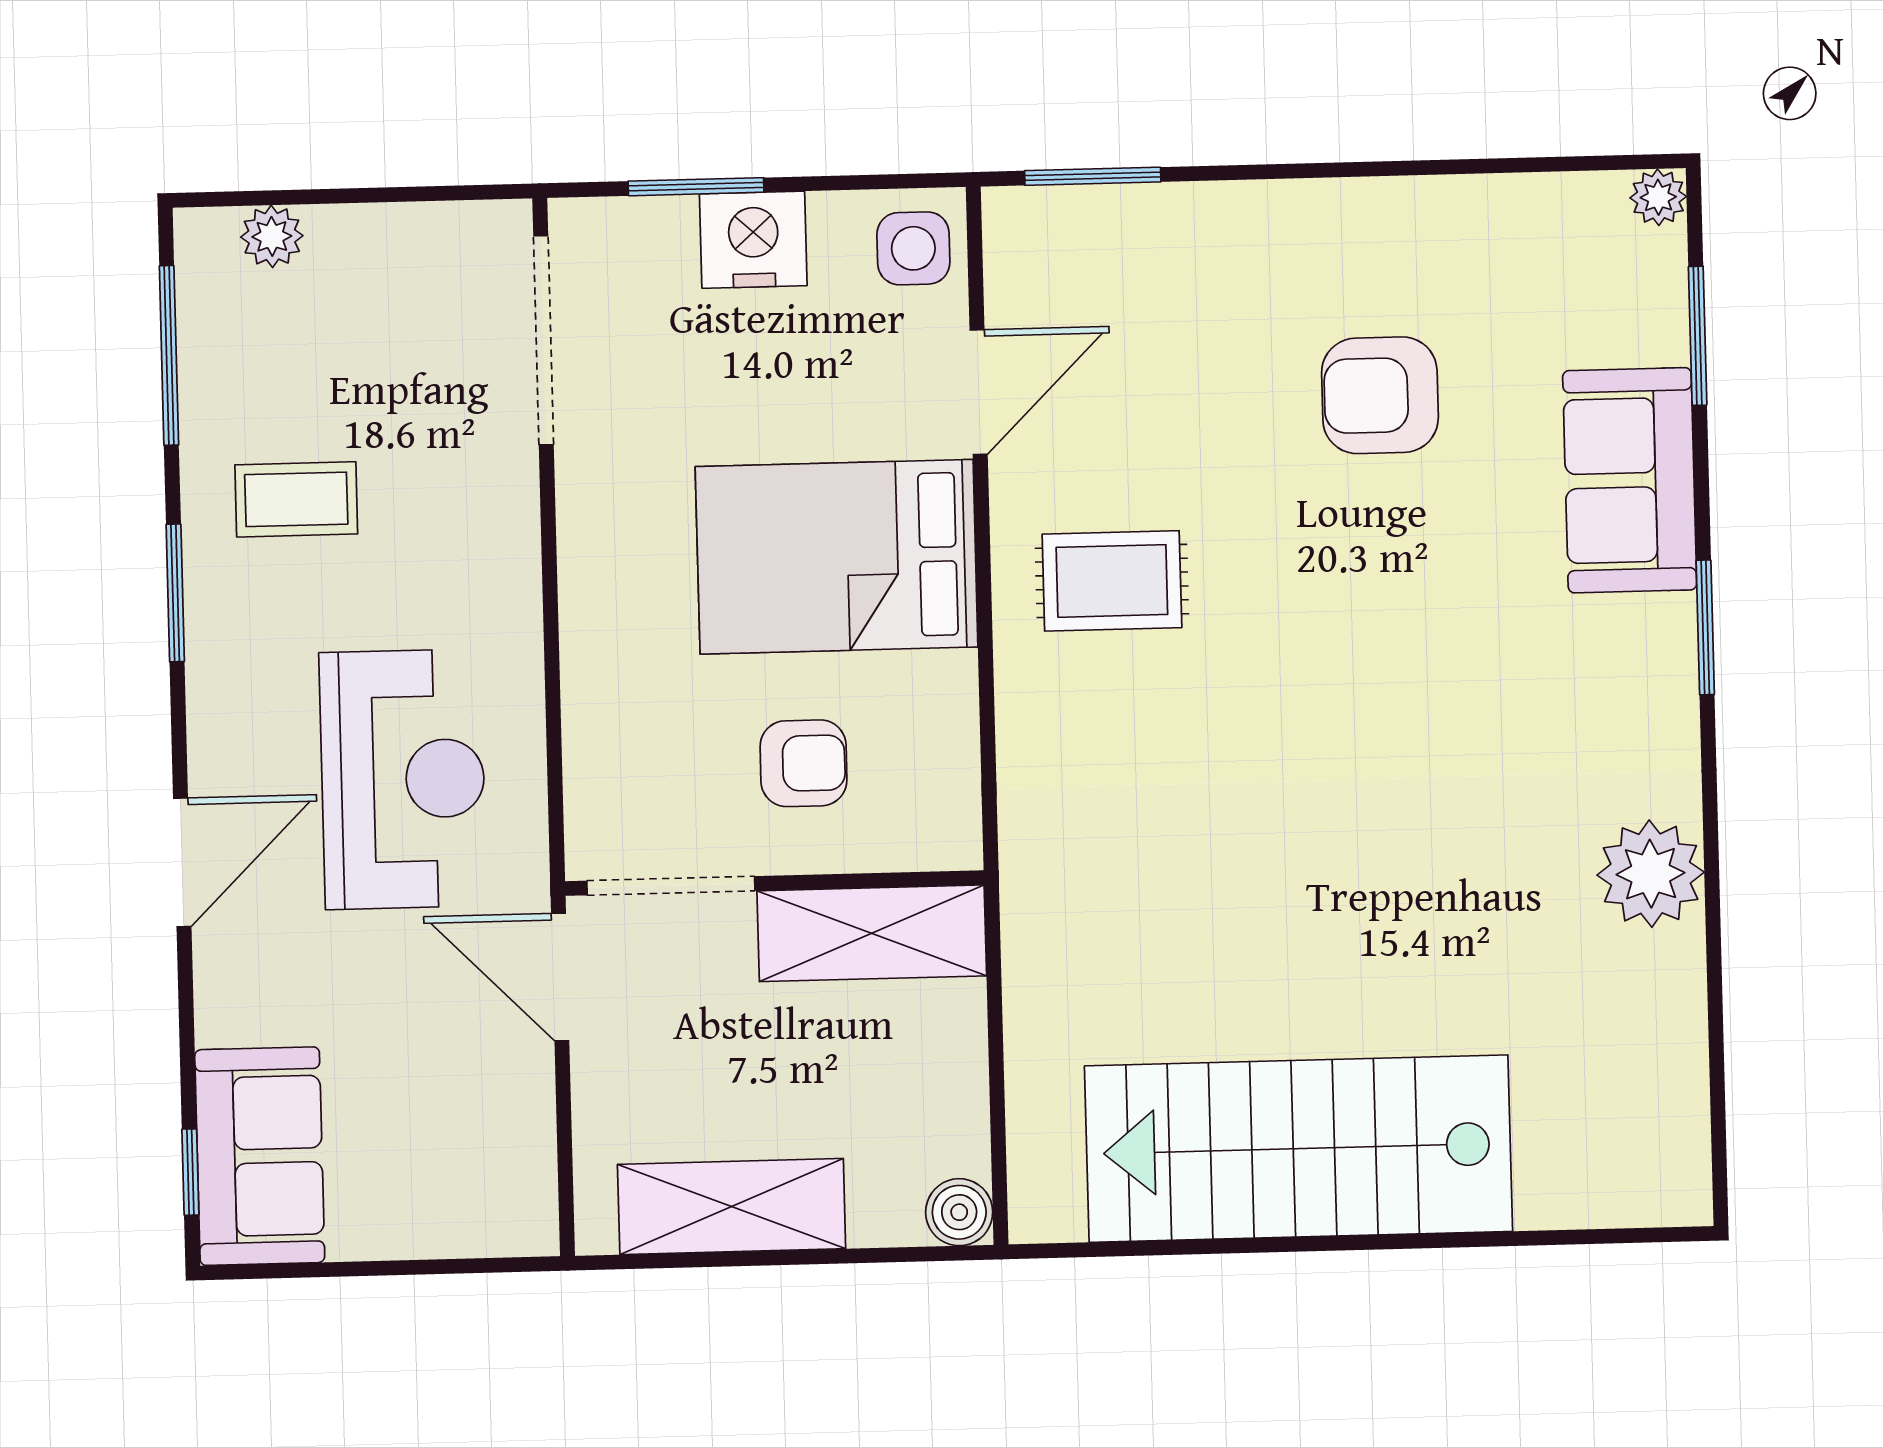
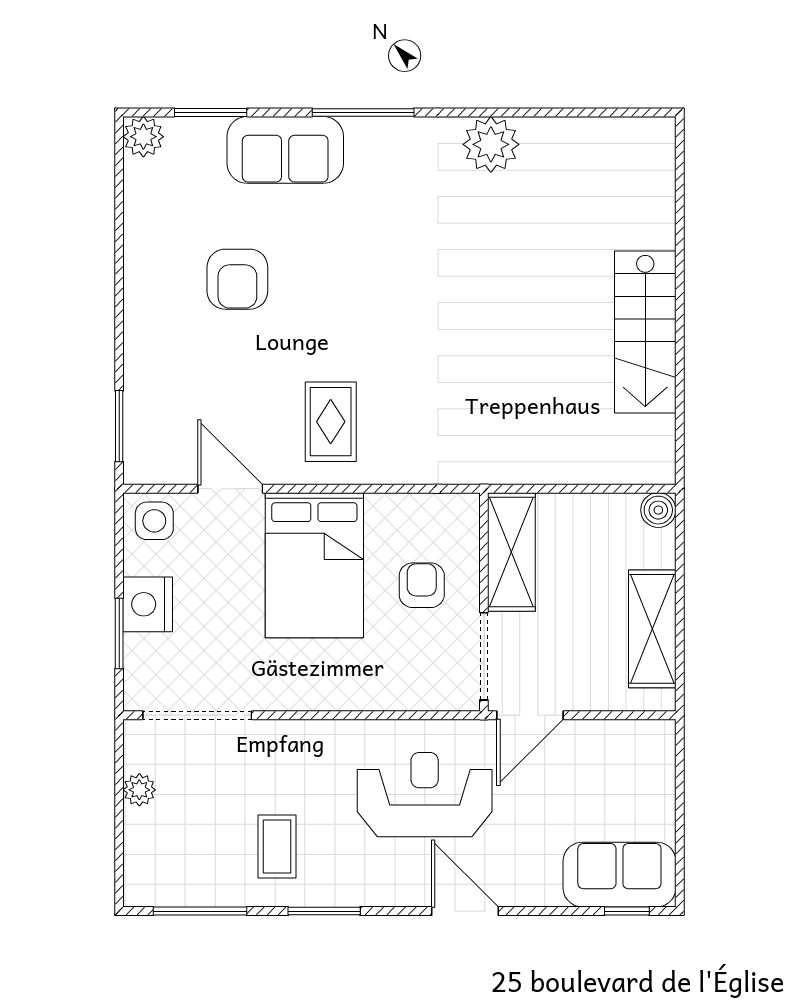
plant: (1658, 197) -> (143, 137), width x1.38, depth x1.38
plant: (272, 236) -> (139, 790), moved
window: (1705, 627) -> (363, 112), width x1.44
stairs: (1298, 1149) -> (645, 332), width x0.73, depth x0.66

